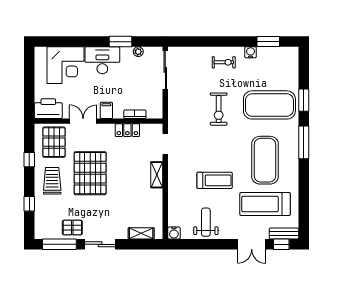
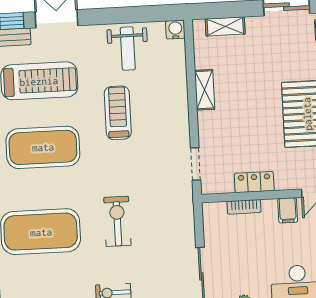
exercise mat: (265, 160) -> (43, 147), turned 90
shelving: (157, 175) -> (205, 90), moved
treadmill: (215, 180) -> (118, 113), turned 90

